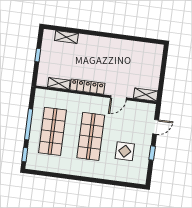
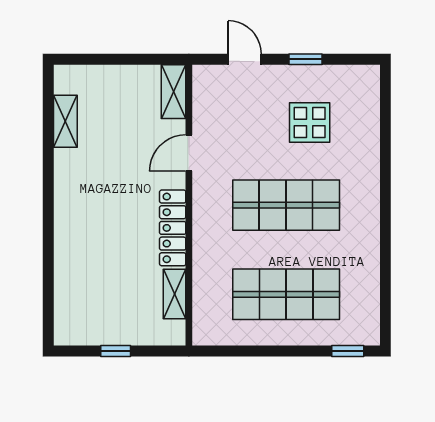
shelving: (66, 37) -> (65, 121), moved
door: (119, 98) -> (189, 153), swing flipped
window: (29, 124) -> (277, 351), removed

